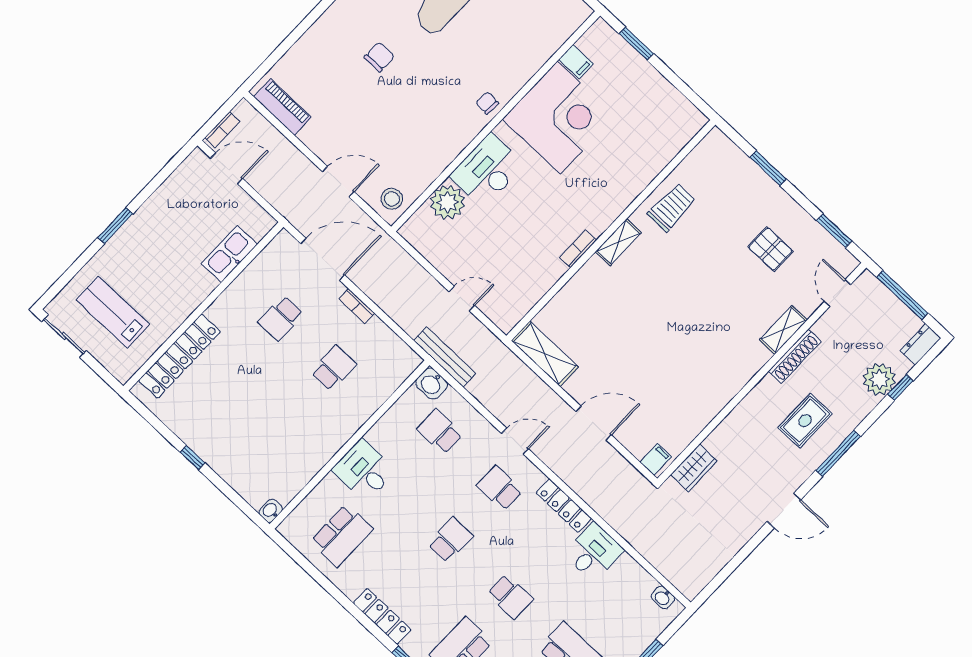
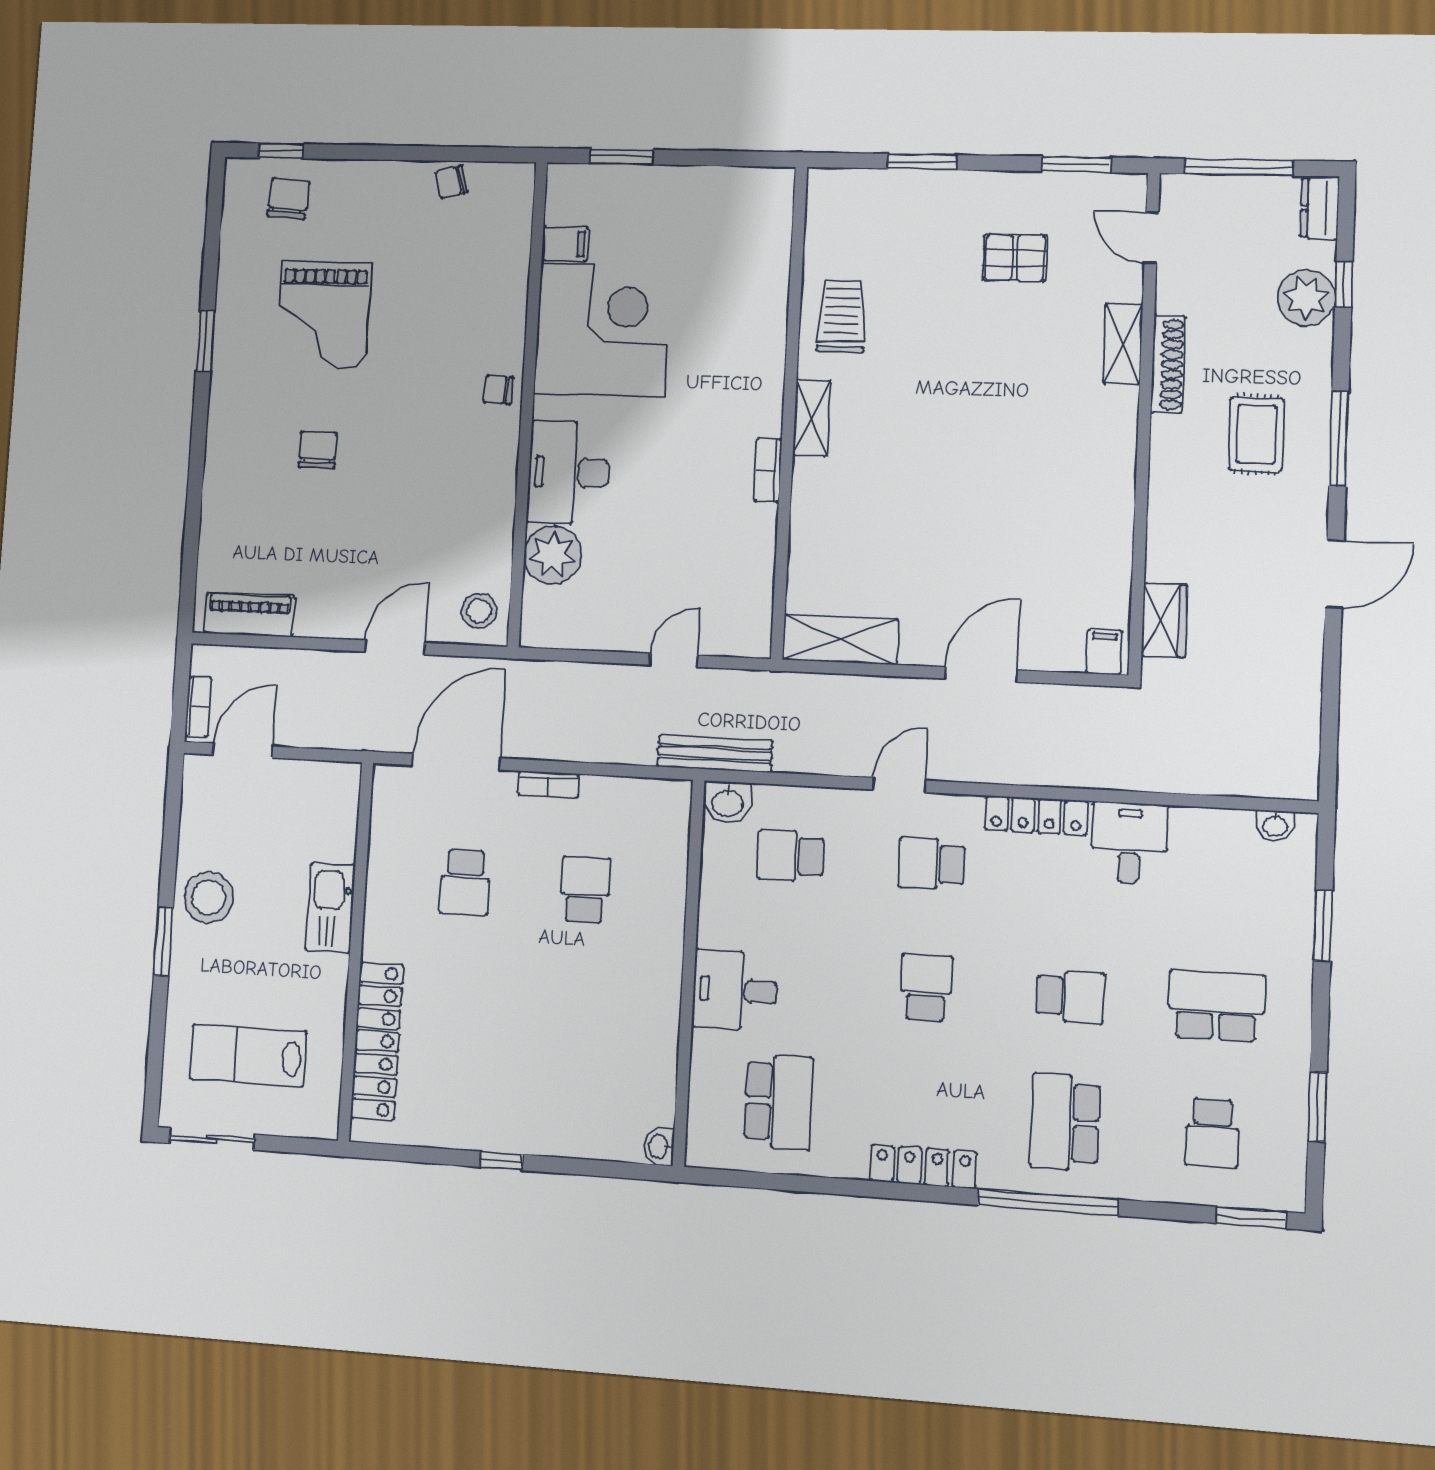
stool: (154, 223) -> (209, 897), added
kitchen sink: (229, 254) -> (330, 908), moved

